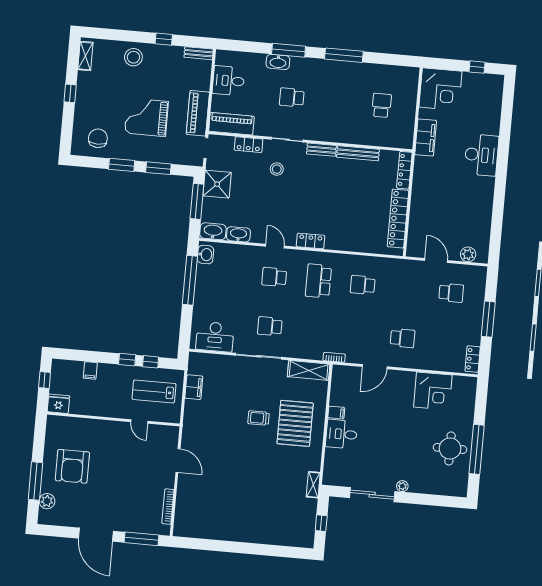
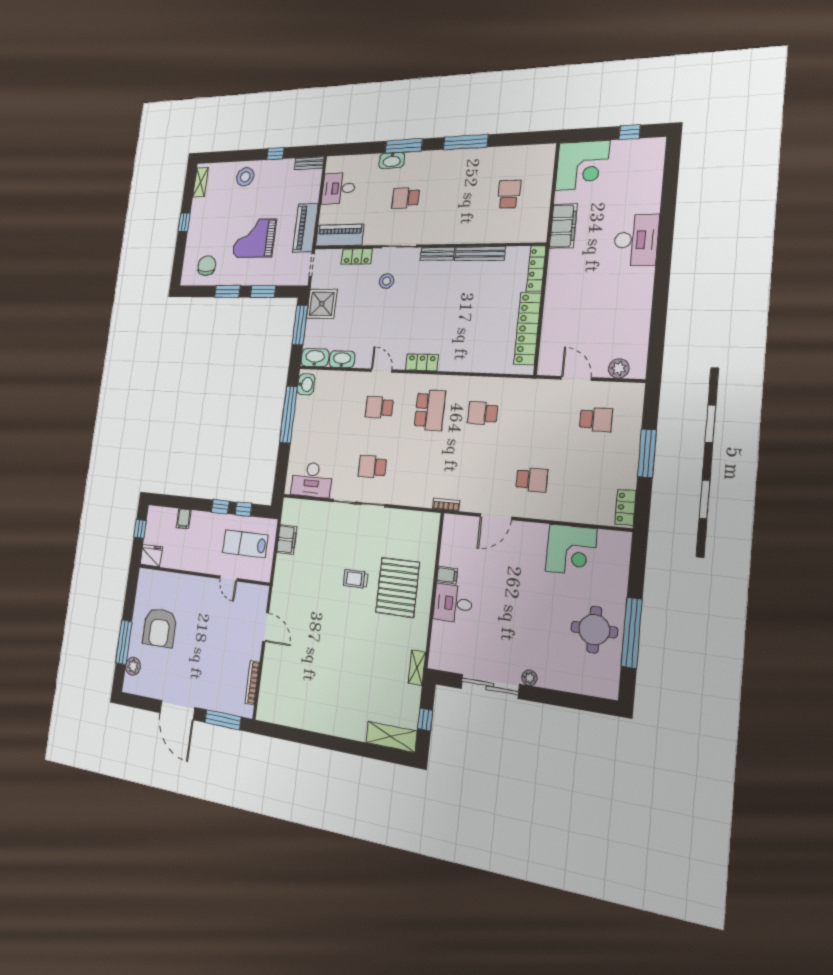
school desk: (318, 281) -> (430, 410), turned 180
shelving: (309, 370) -> (391, 737), moved

